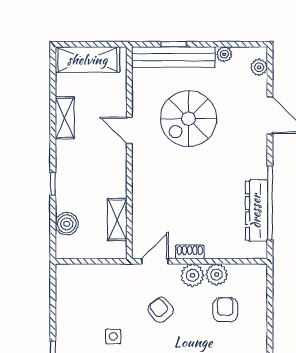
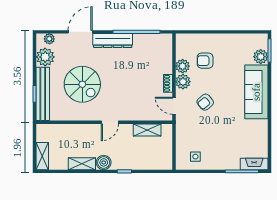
plant: (224, 54) -> (45, 57), width x1.88, depth x1.88
shelving: (87, 60) -> (42, 156), width x0.67, depth x0.75
door: (129, 130) -> (110, 122), moved
dresser: (256, 211) -> (113, 41), moved
boiler: (67, 224) -> (104, 162), moved
side table: (113, 336) -> (195, 157), moved

